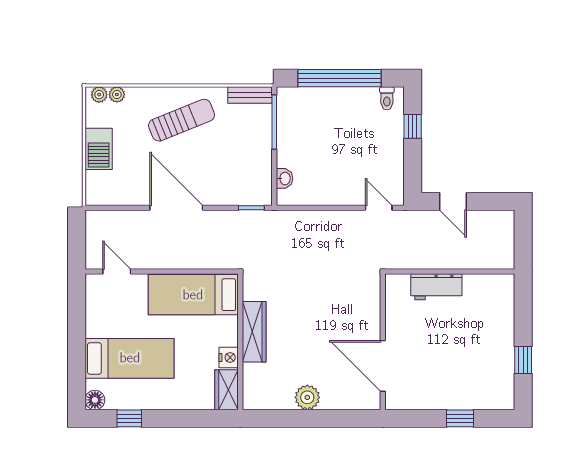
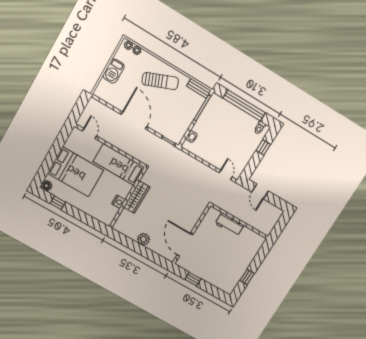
bed: (130, 358) -> (76, 172), width x1.50
wardrobe: (227, 390) -> (109, 215), removed
window: (460, 418) -> (193, 279), moved

